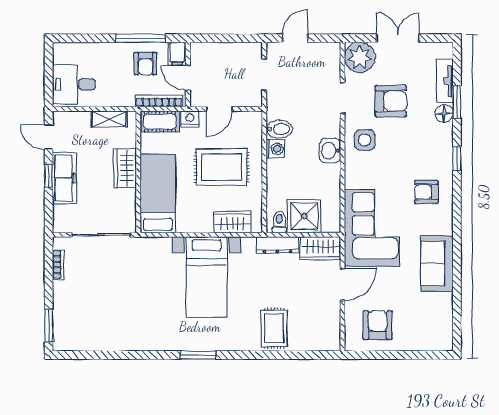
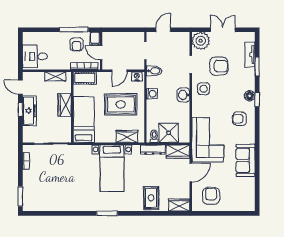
floor lamp: (444, 113) -> (250, 96), moved
nightstand: (190, 119) -> (137, 76), moved
bidet: (279, 129) -> (154, 71), moved
wardrobe: (322, 341) -> (179, 205), added

